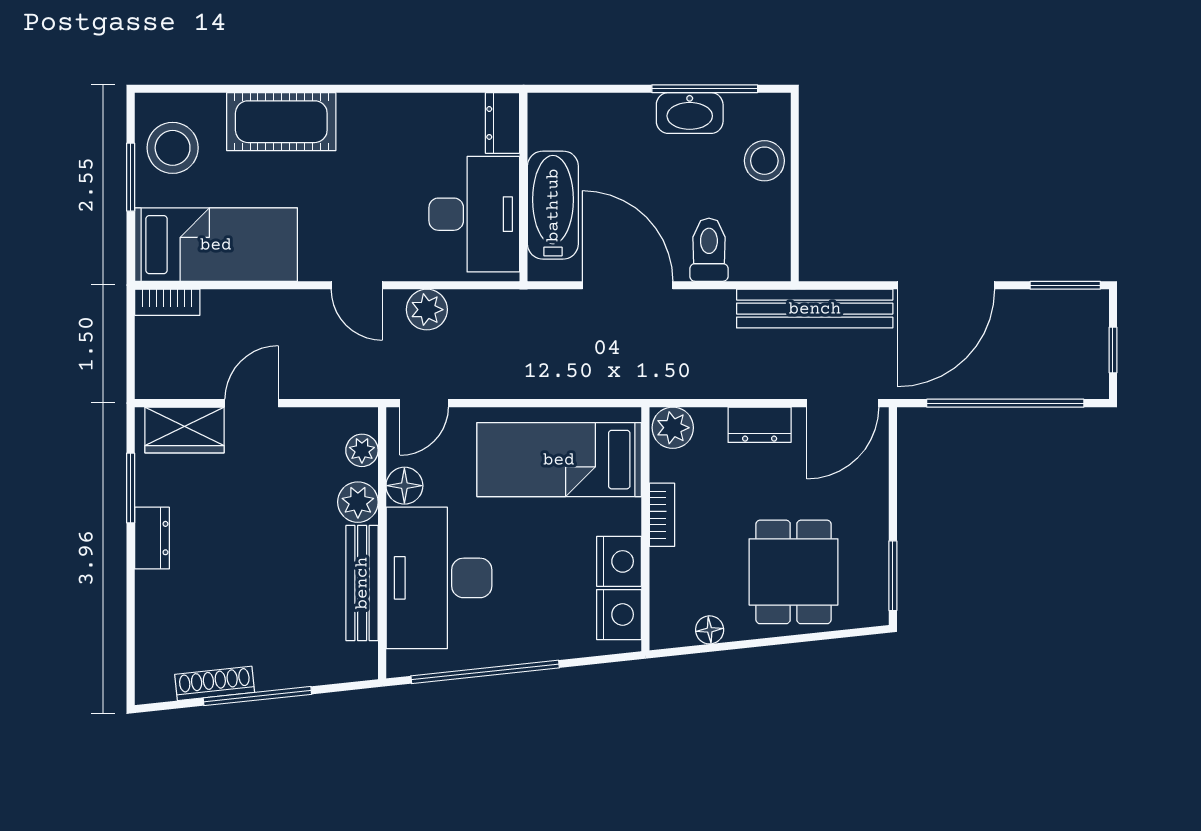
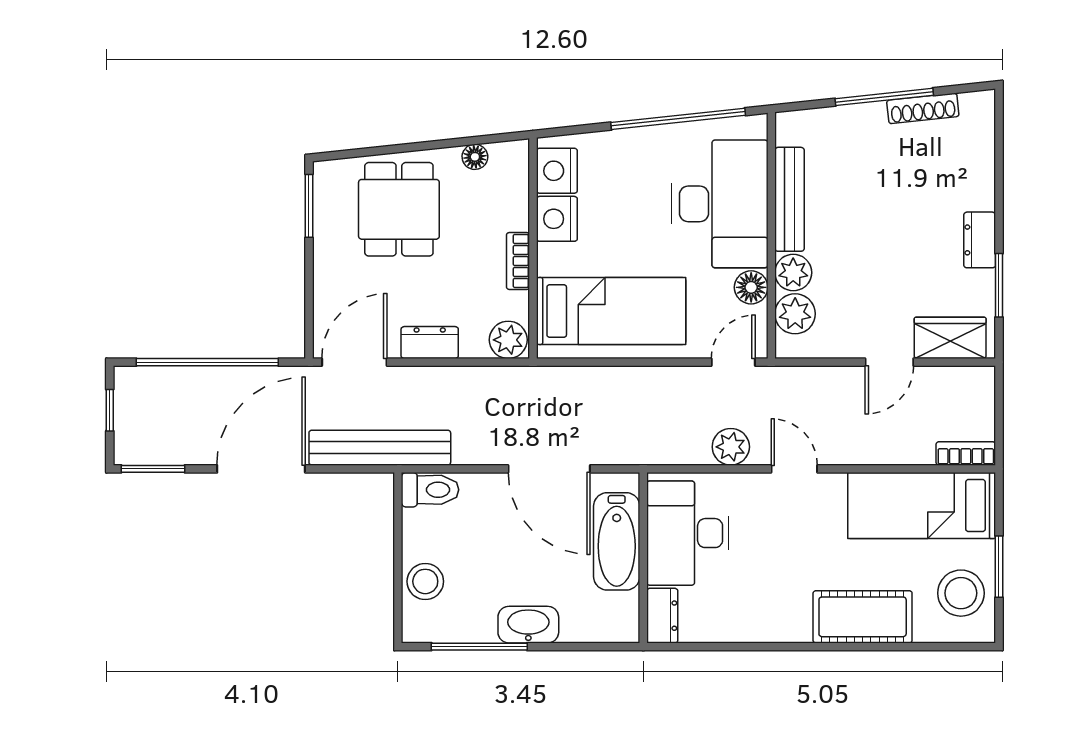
washbasin: (690, 113) -> (528, 625), moved
toilet: (709, 250) -> (430, 490), moved, turned -90
plant: (362, 450) -> (795, 314), width x1.38, depth x1.38

